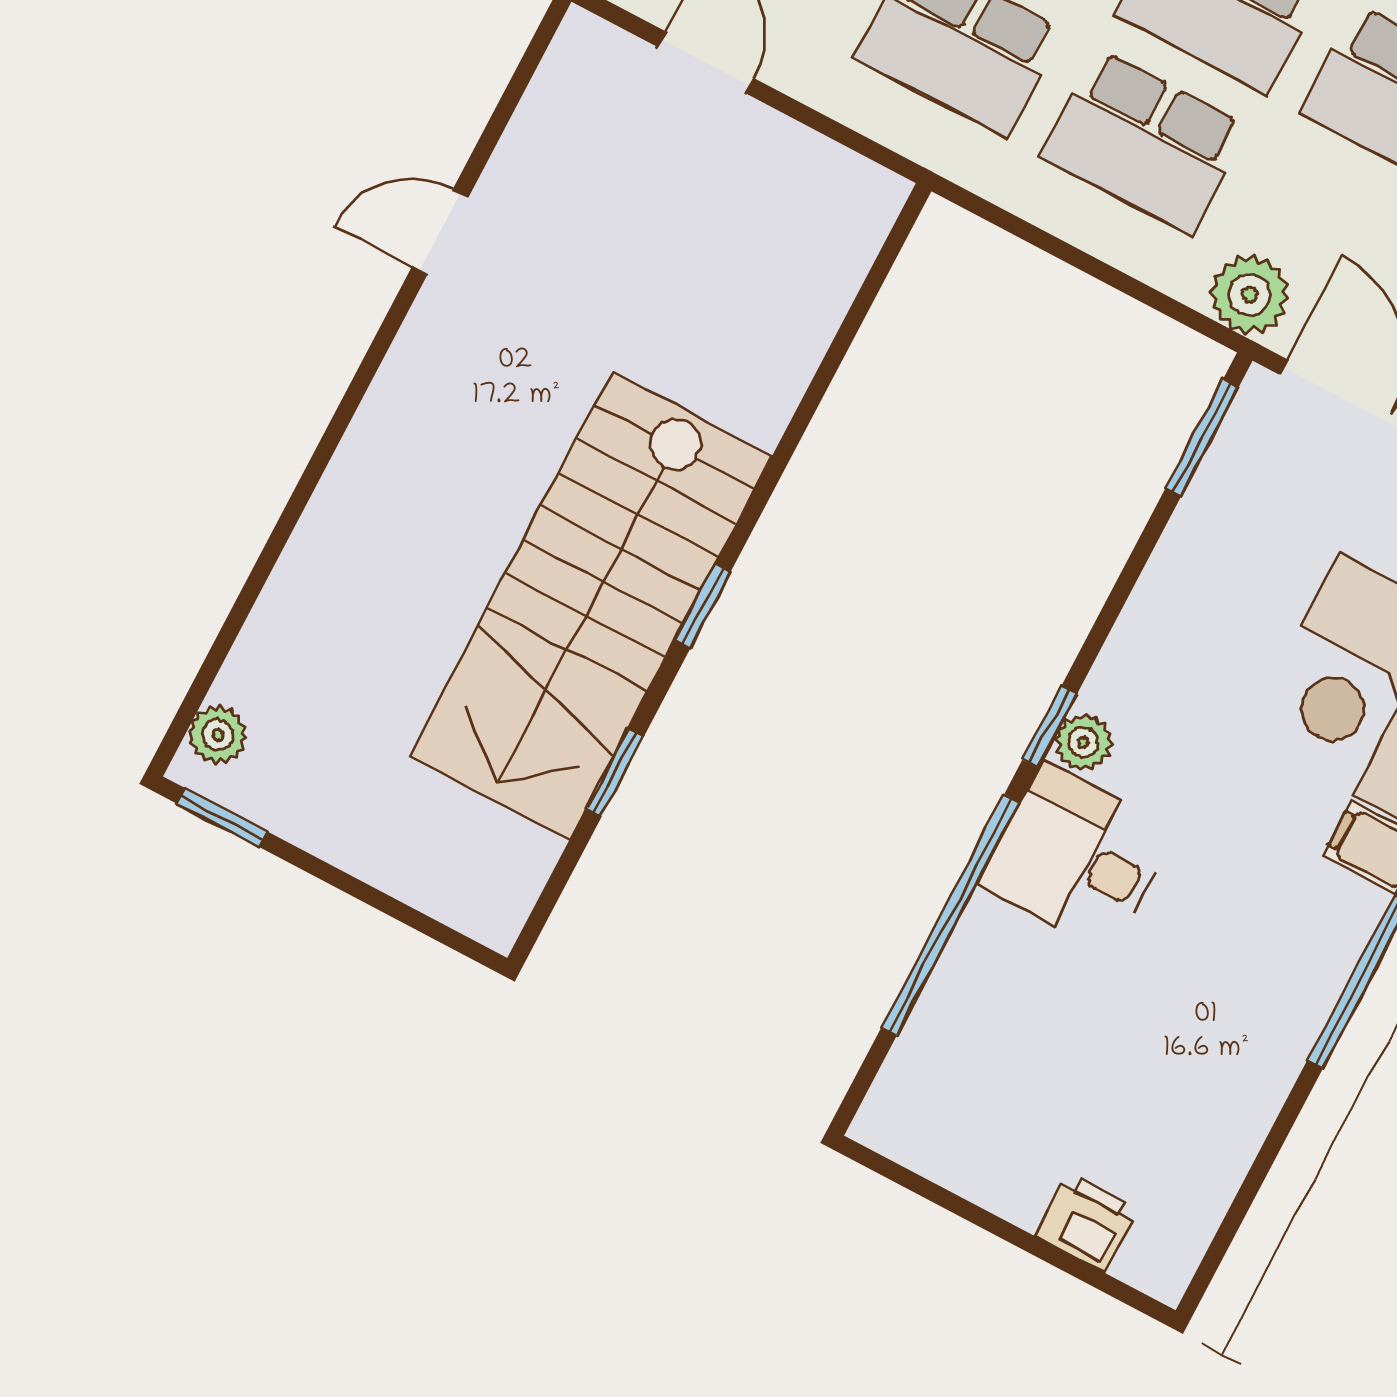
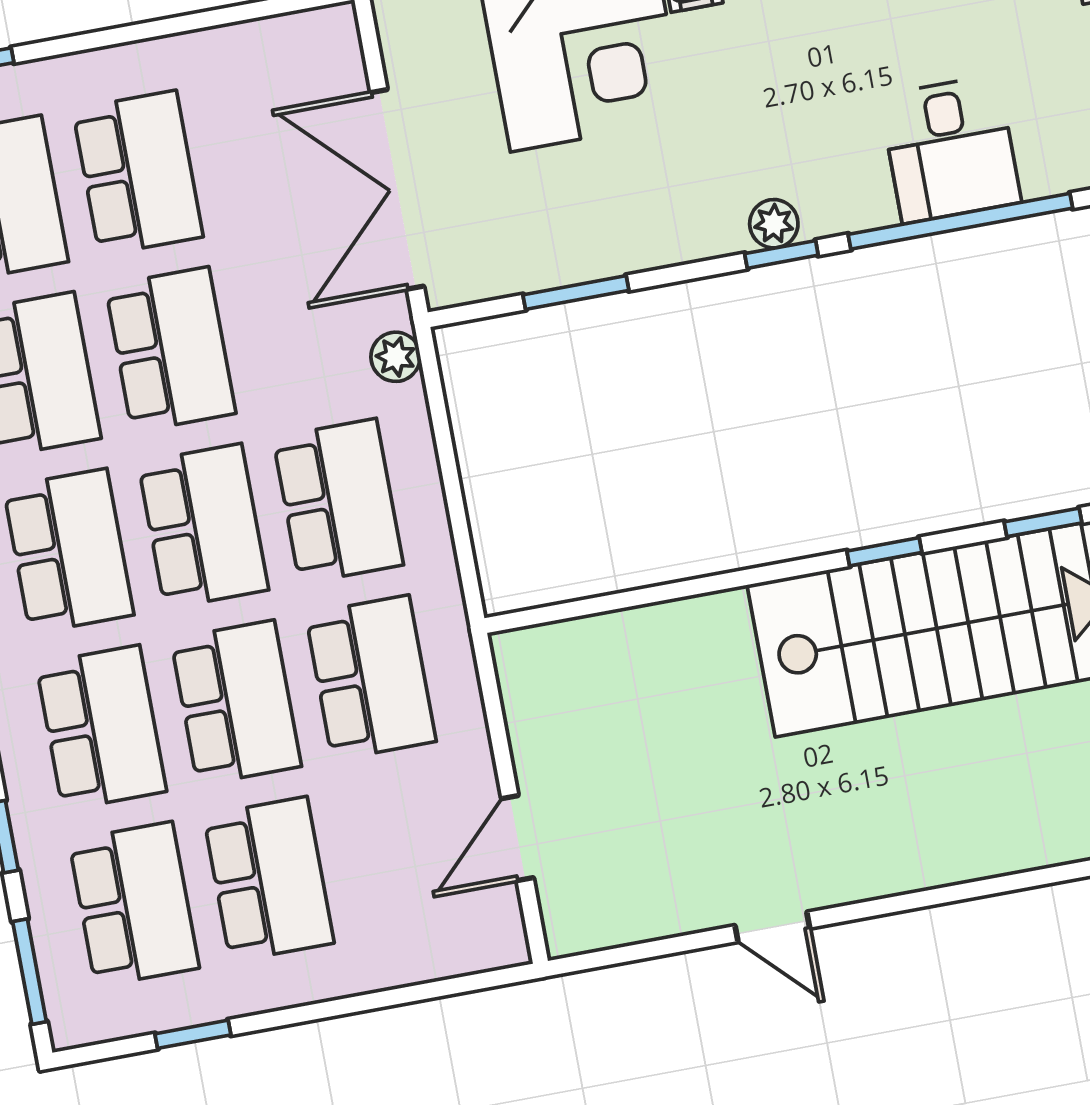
plant: (1250, 295) -> (396, 357), width x0.73, depth x0.73
window: (1202, 438) -> (576, 293), moved
desk: (1077, 857) -> (950, 149), moved

